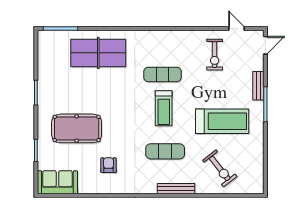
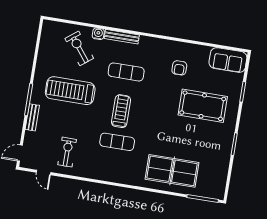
water cooler: (202, 188) -> (98, 34), added

